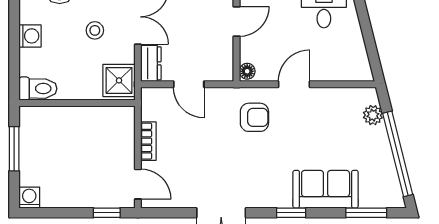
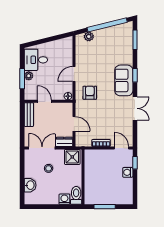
washing machine: (30, 36) -> (64, 199), moved
door: (189, 84) -> (74, 124), hinge flipped
door: (294, 84) -> (74, 74), hinge flipped
door: (138, 184) -> (121, 148), hinge flipped
sofa: (326, 189) -> (124, 80), moved
washing machine: (29, 198) -> (128, 172), moved

